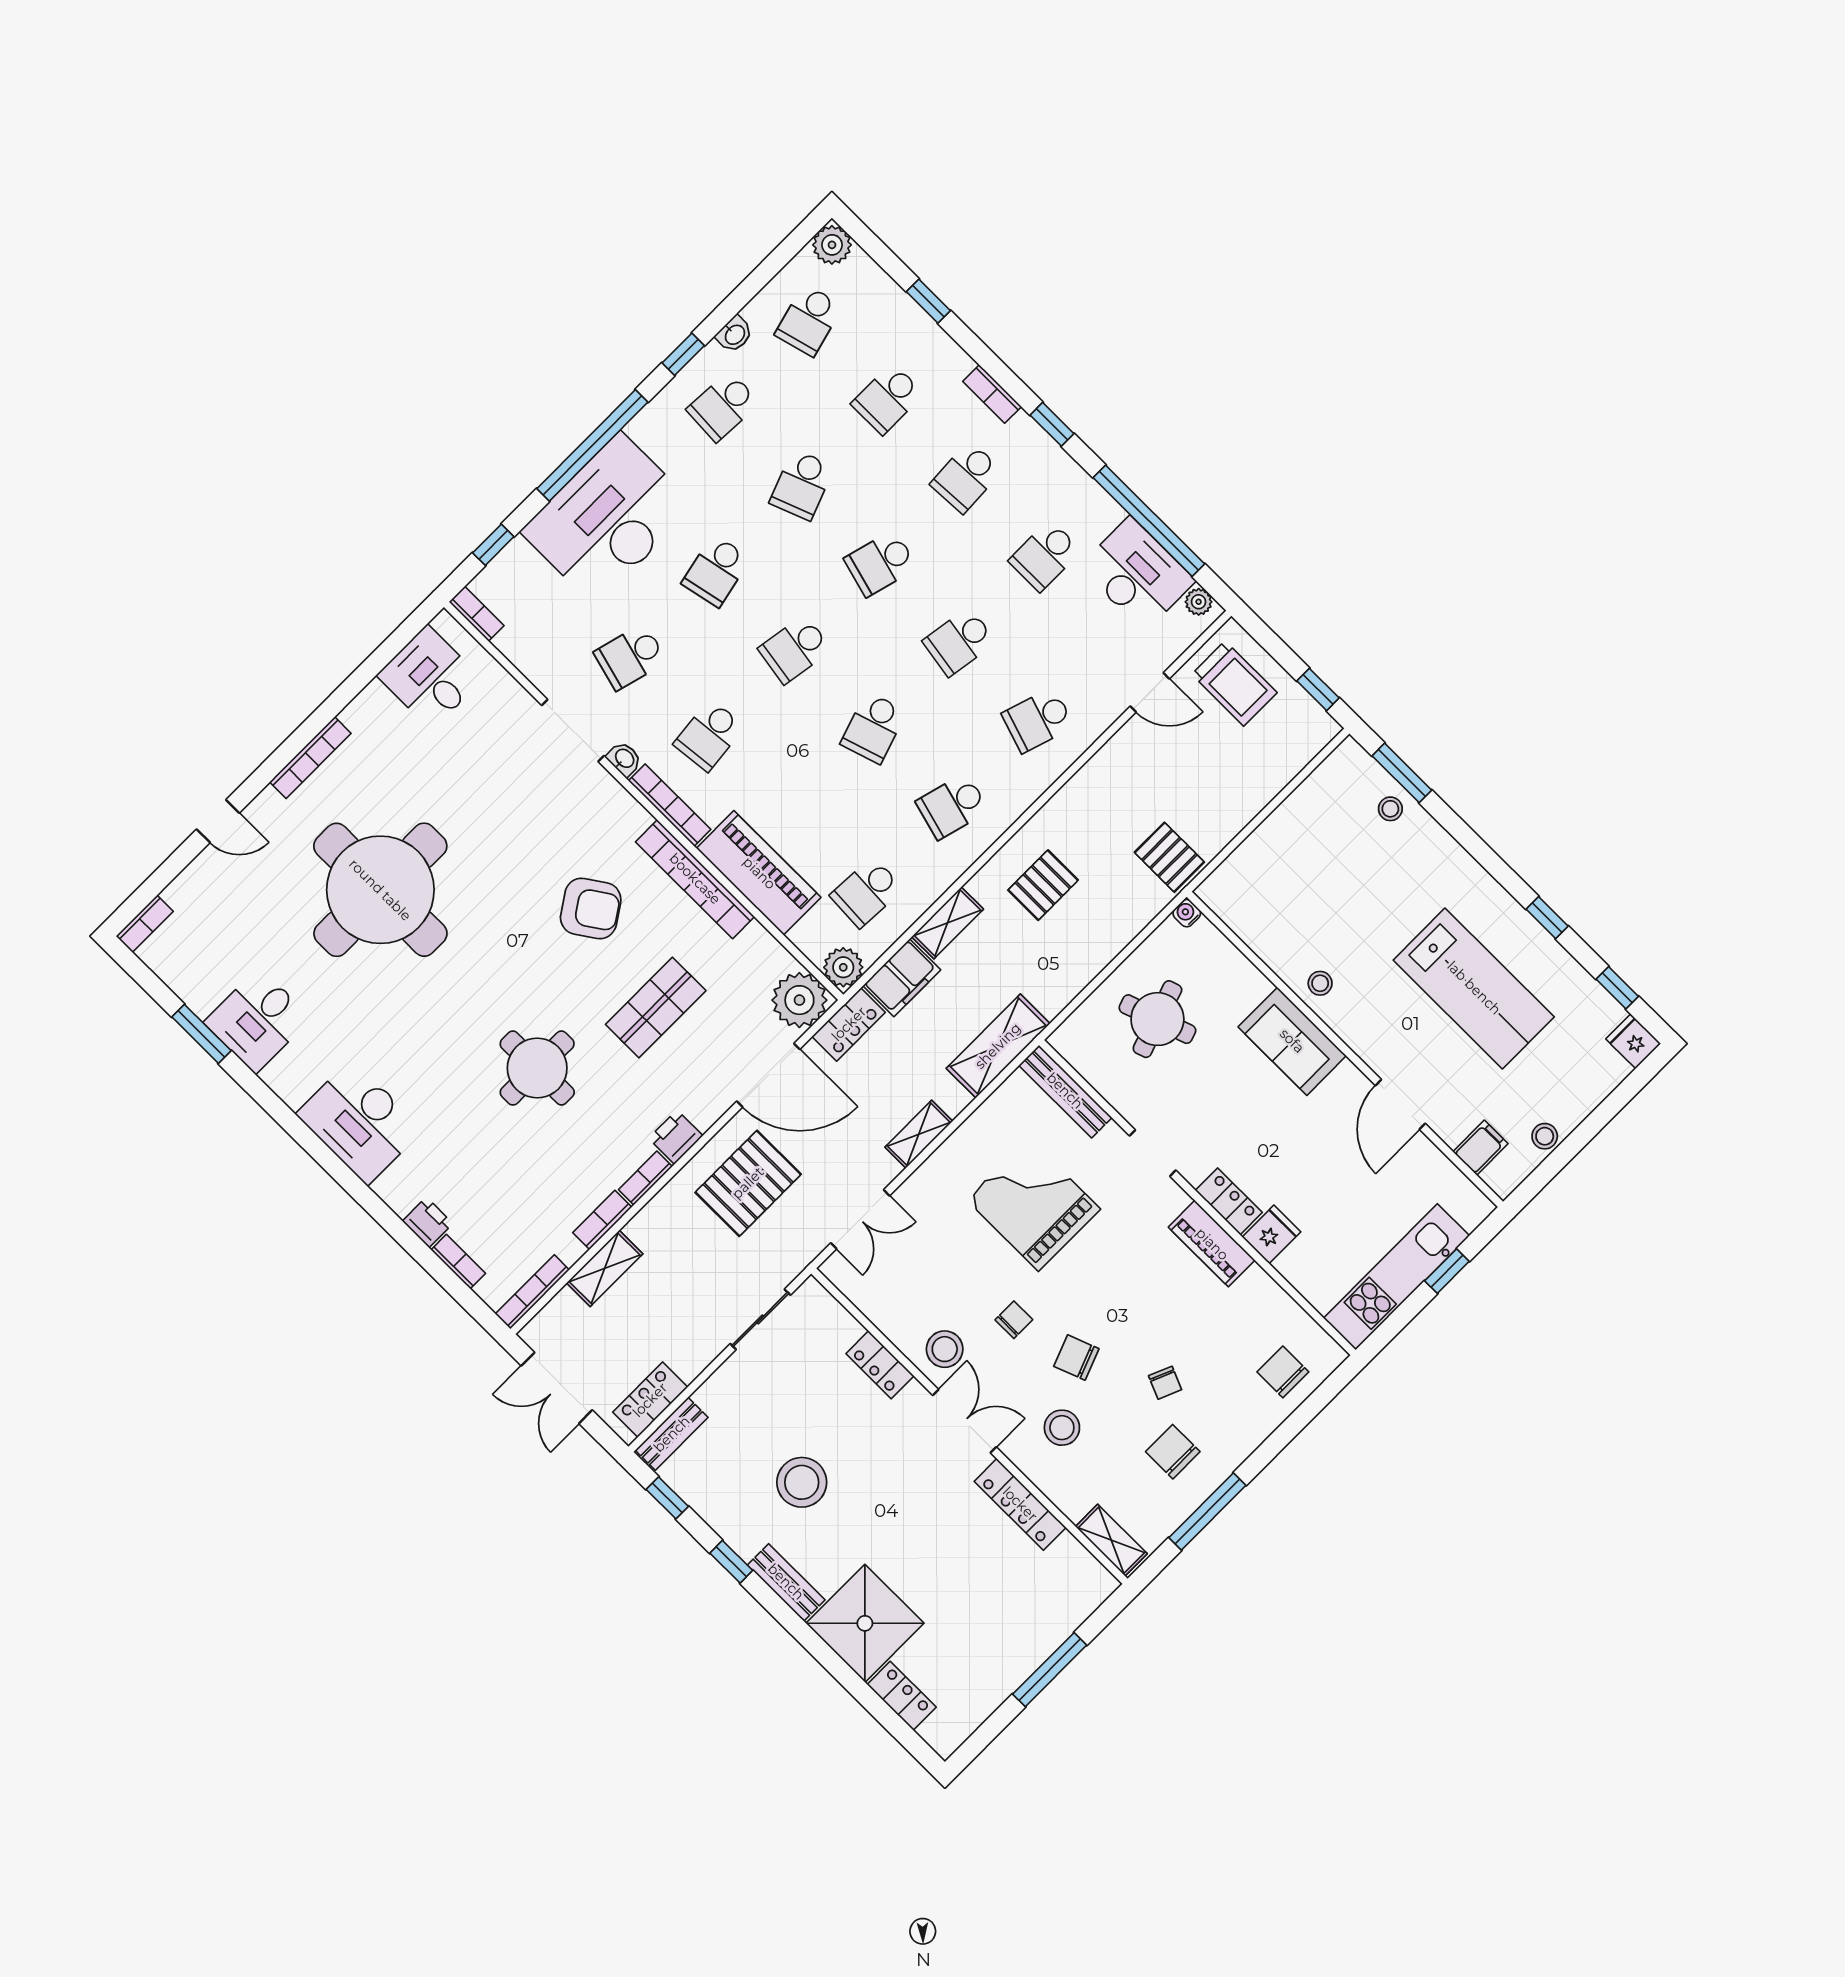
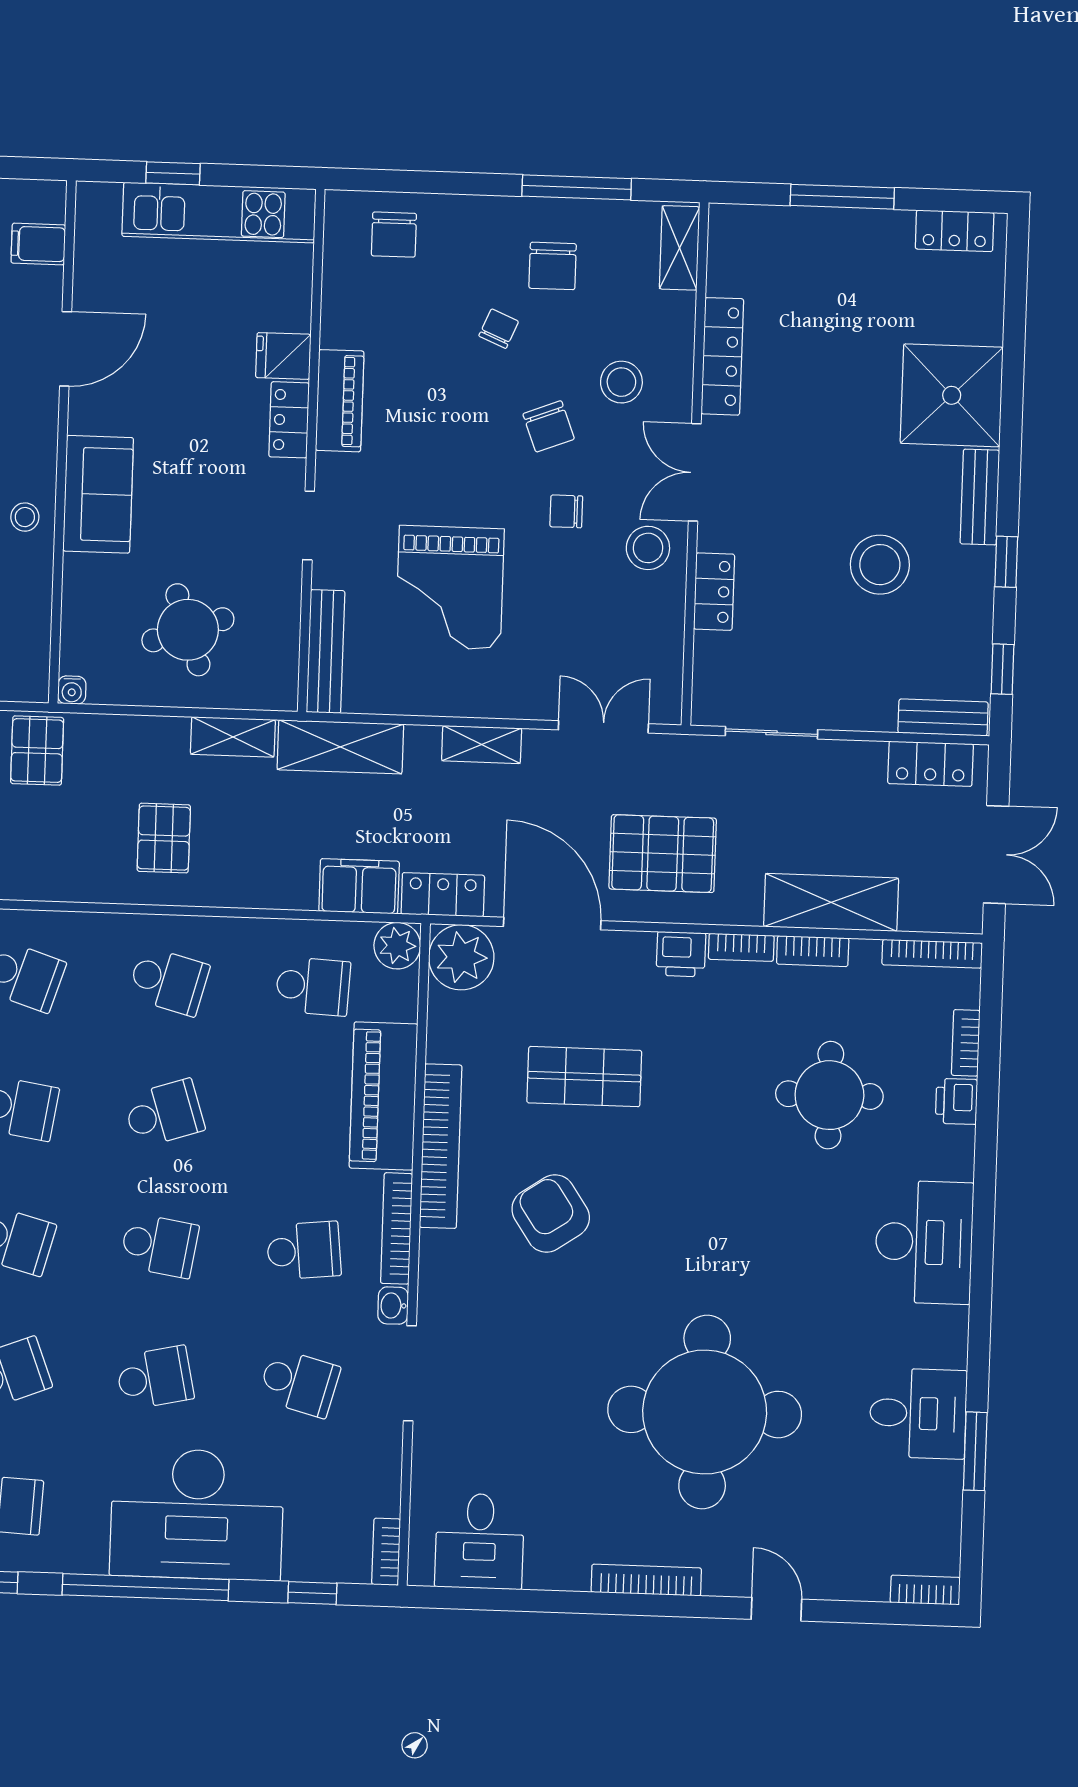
pallet: (1043, 885) -> (164, 838), turned 90
shelving: (948, 923) -> (233, 737), moved
round table: (537, 1068) -> (829, 1095), moved
shelving: (605, 1268) -> (831, 902), width x1.50, depth x1.33
locker: (902, 1696) -> (955, 231), moved, turned -90

